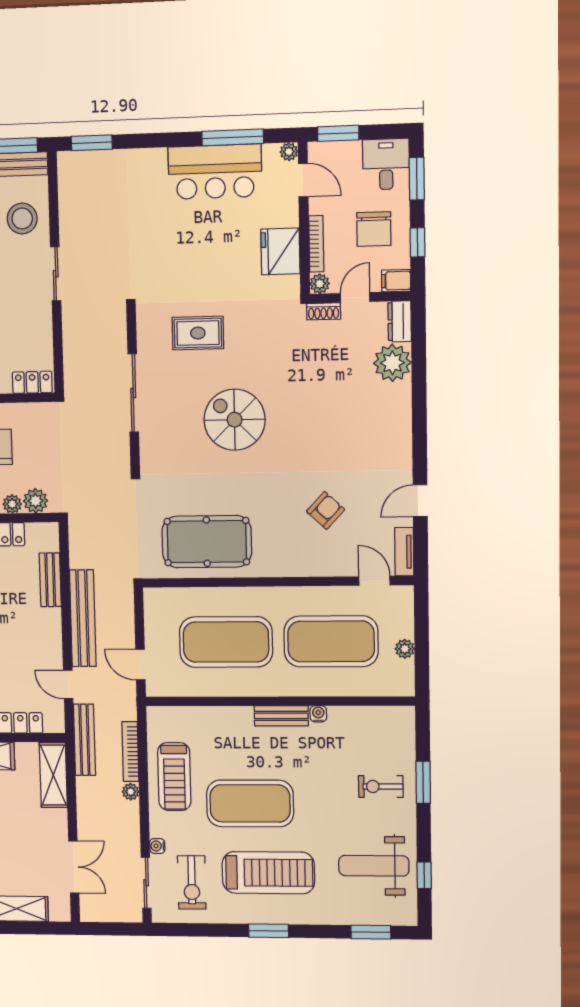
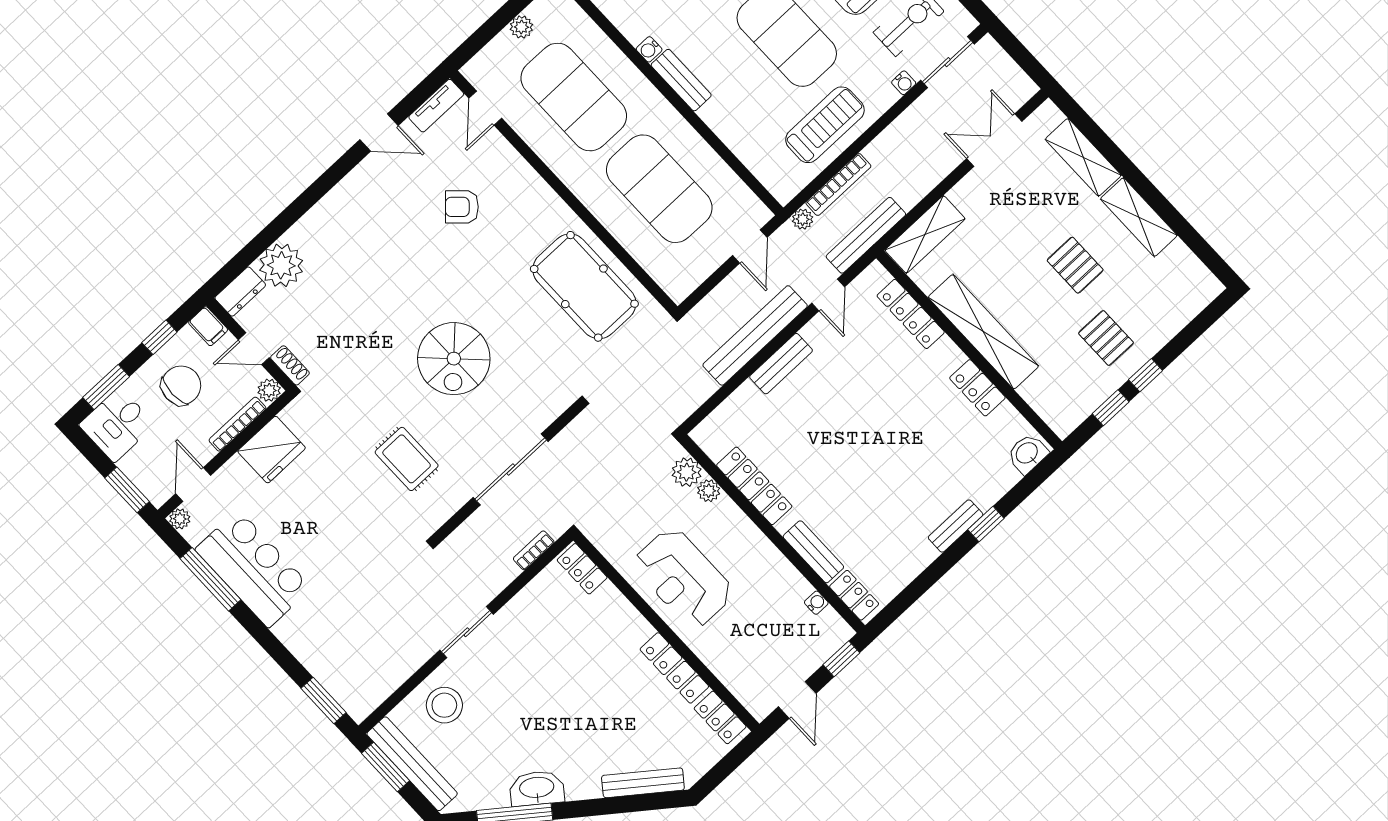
bookcase: (70, 362) -> (534, 550), added
bench: (50, 580) -> (781, 364), moved
plant: (131, 792) -> (803, 219), moved

